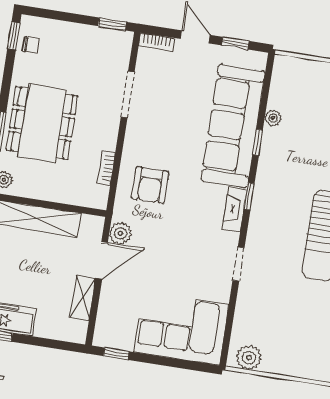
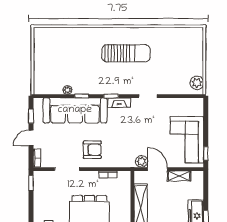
armchair: (150, 185) -> (92, 150), moved
corner sofa: (181, 328) -> (187, 140), moved

